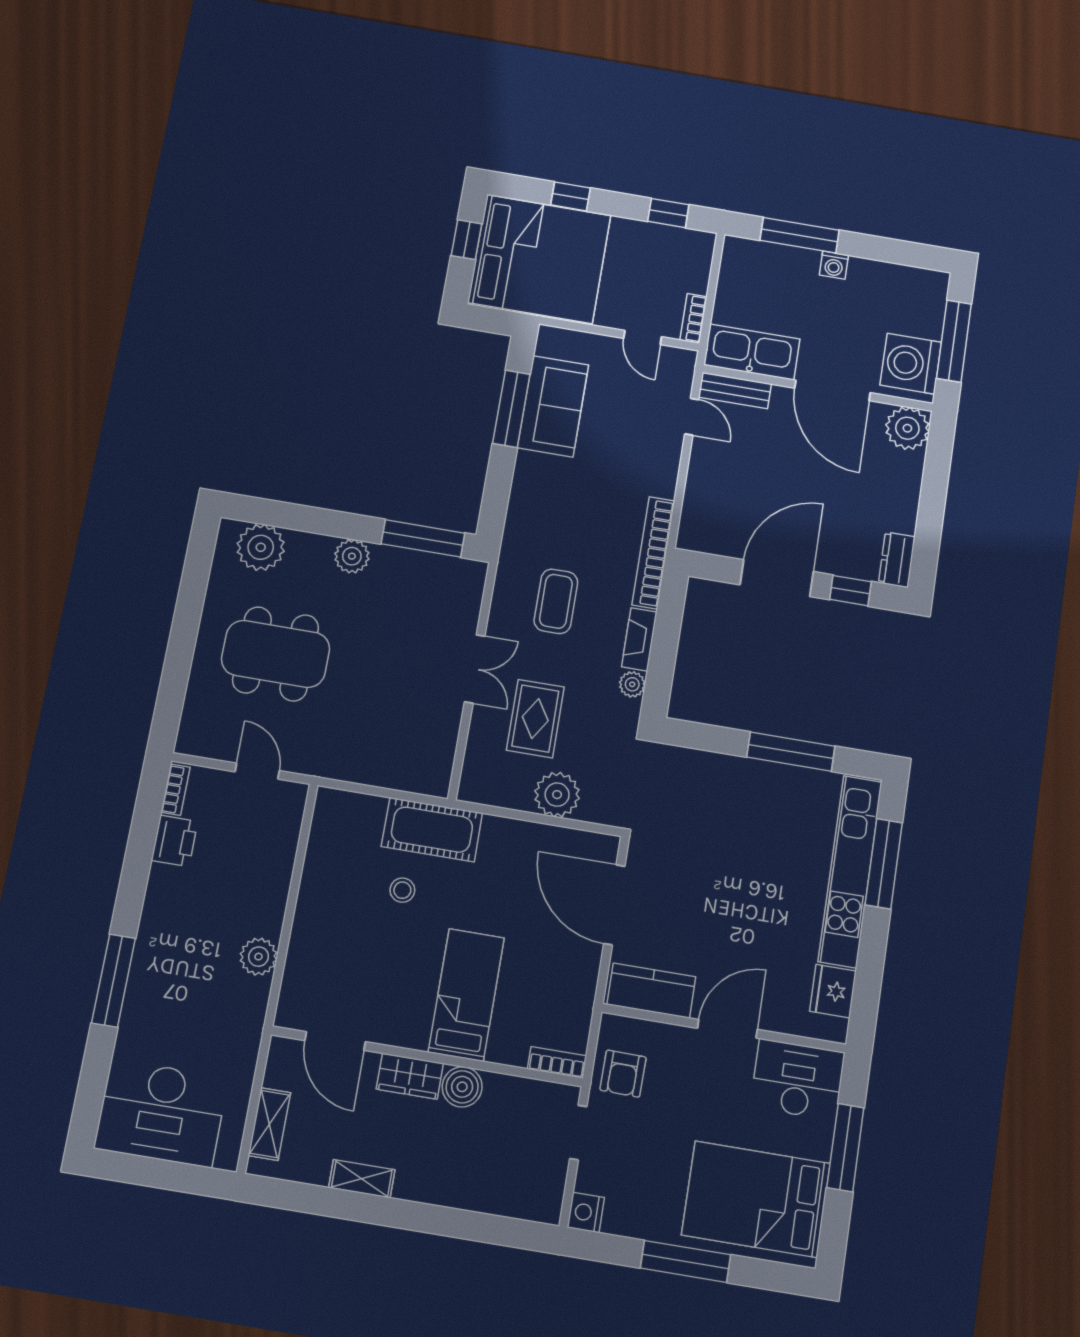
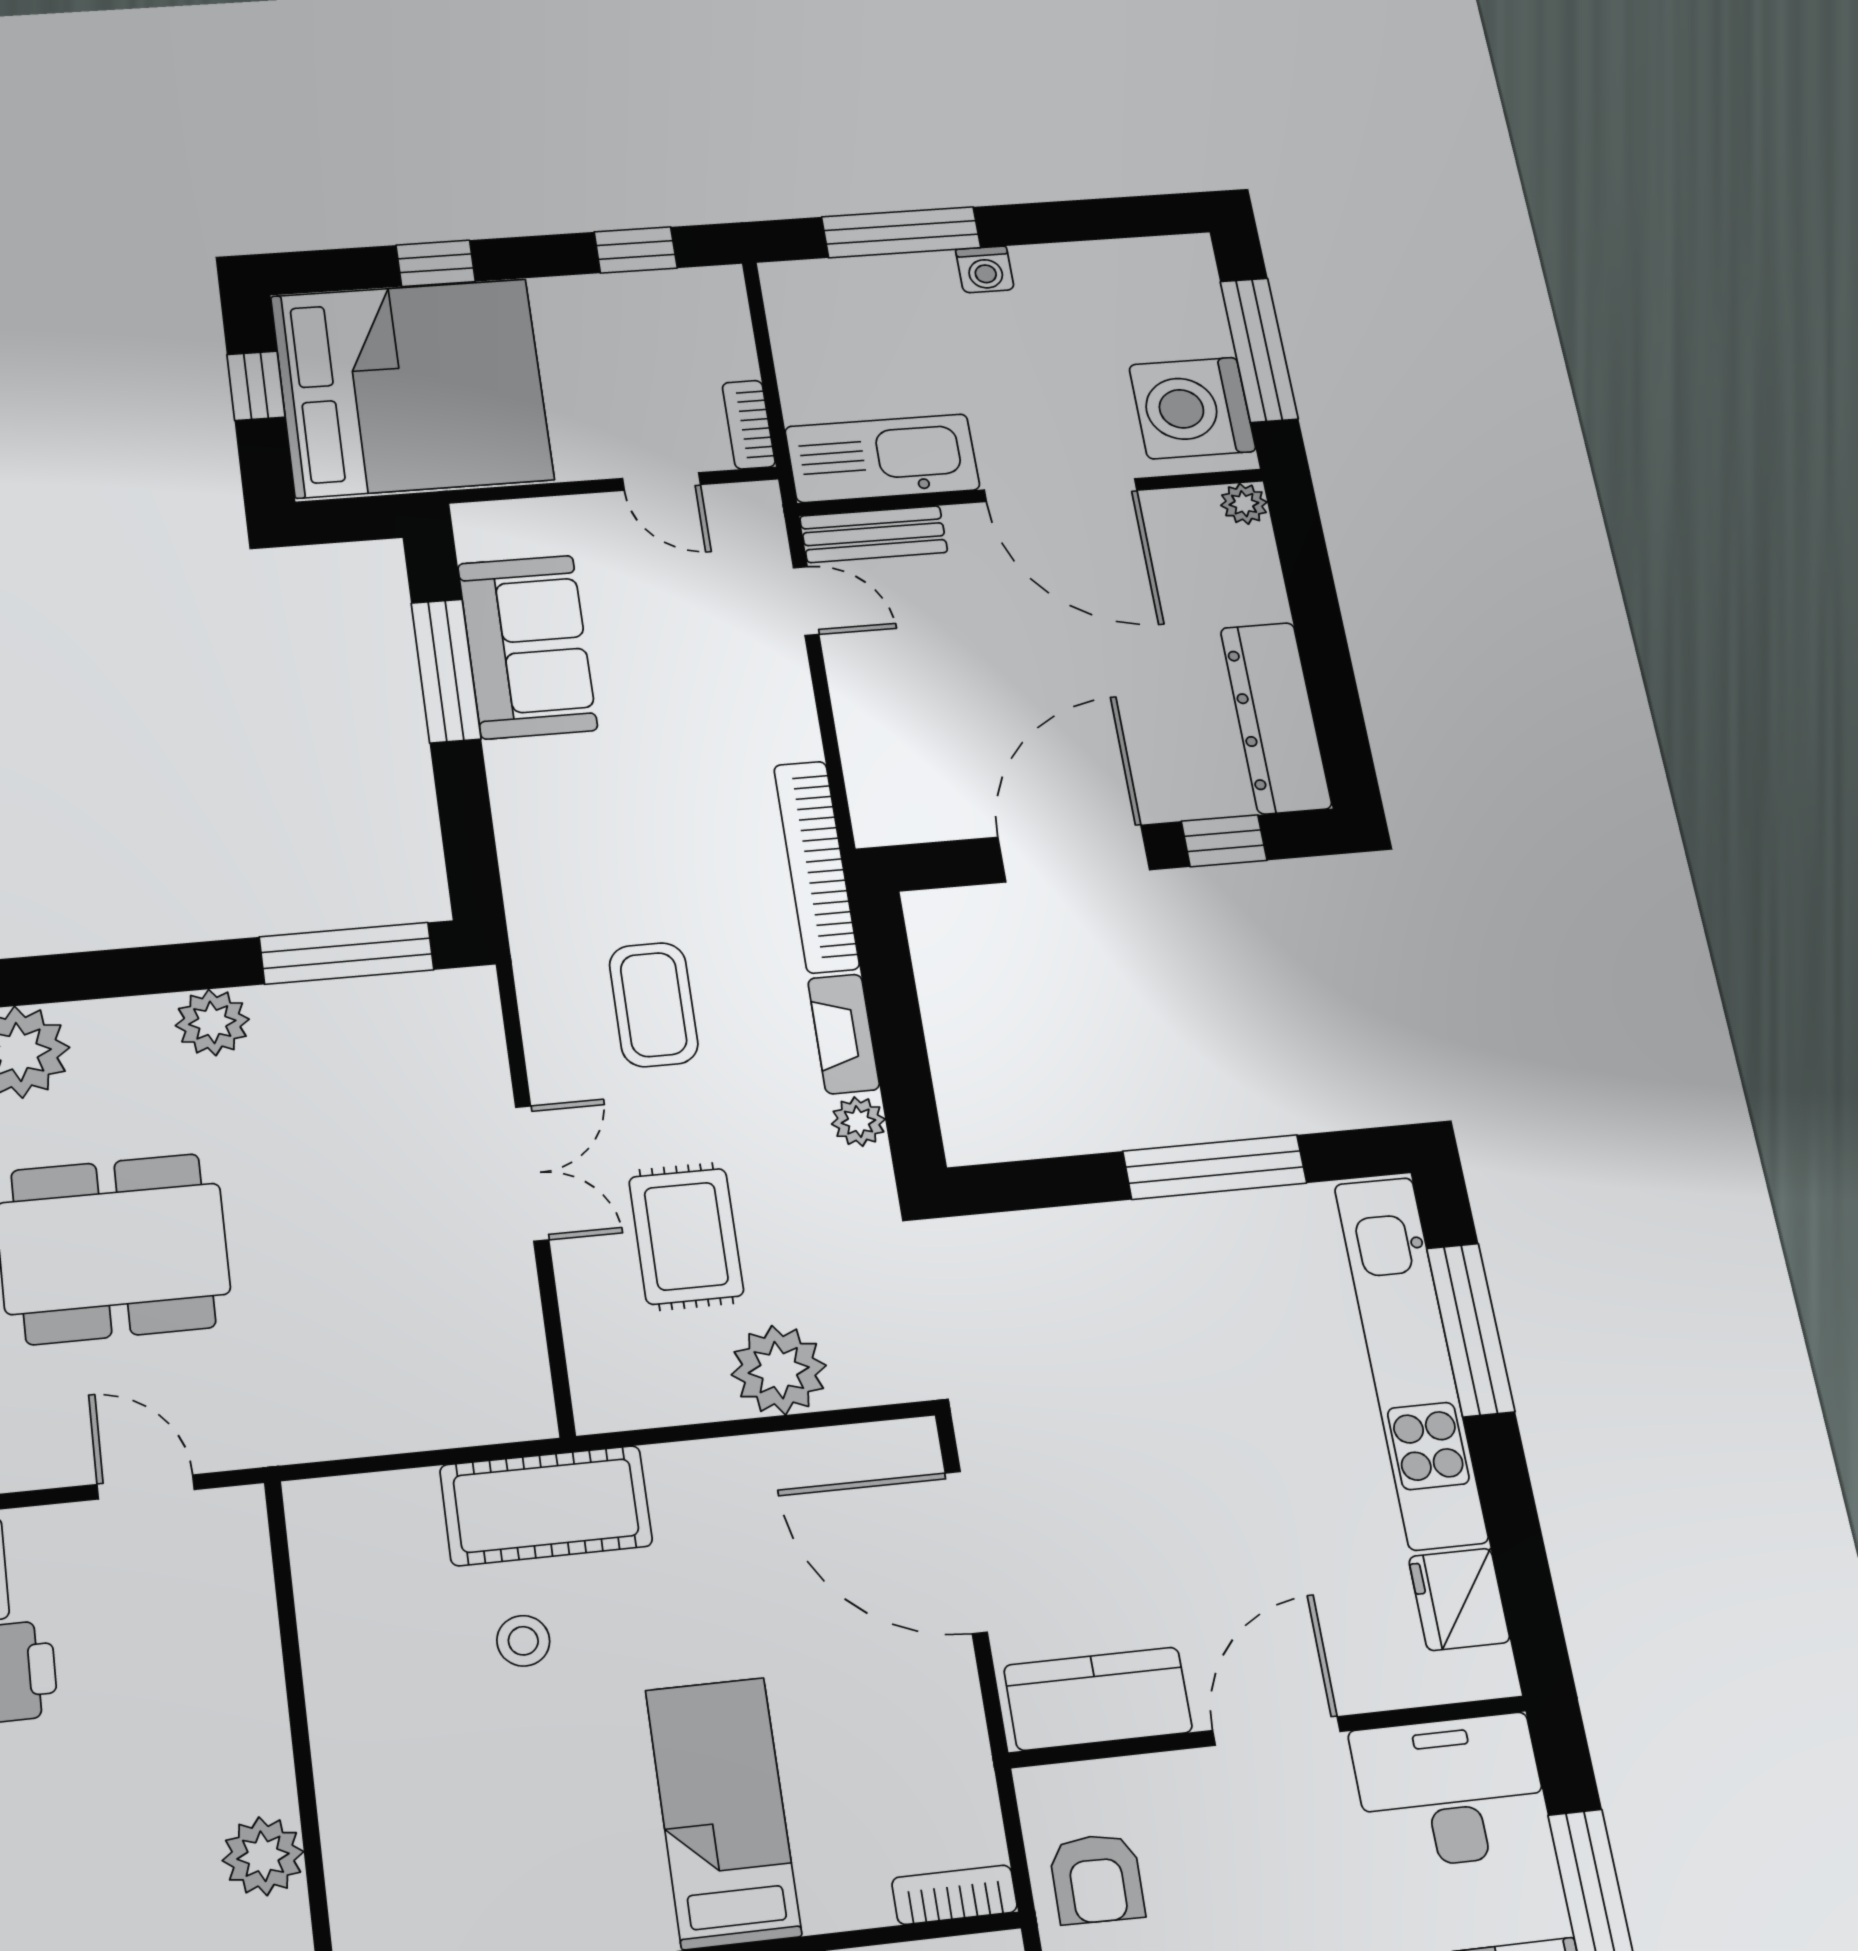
plant: (907, 428) -> (1244, 504), width x0.53, depth x0.53
dresser: (897, 560) -> (1276, 718), width x1.96, depth x1.24

